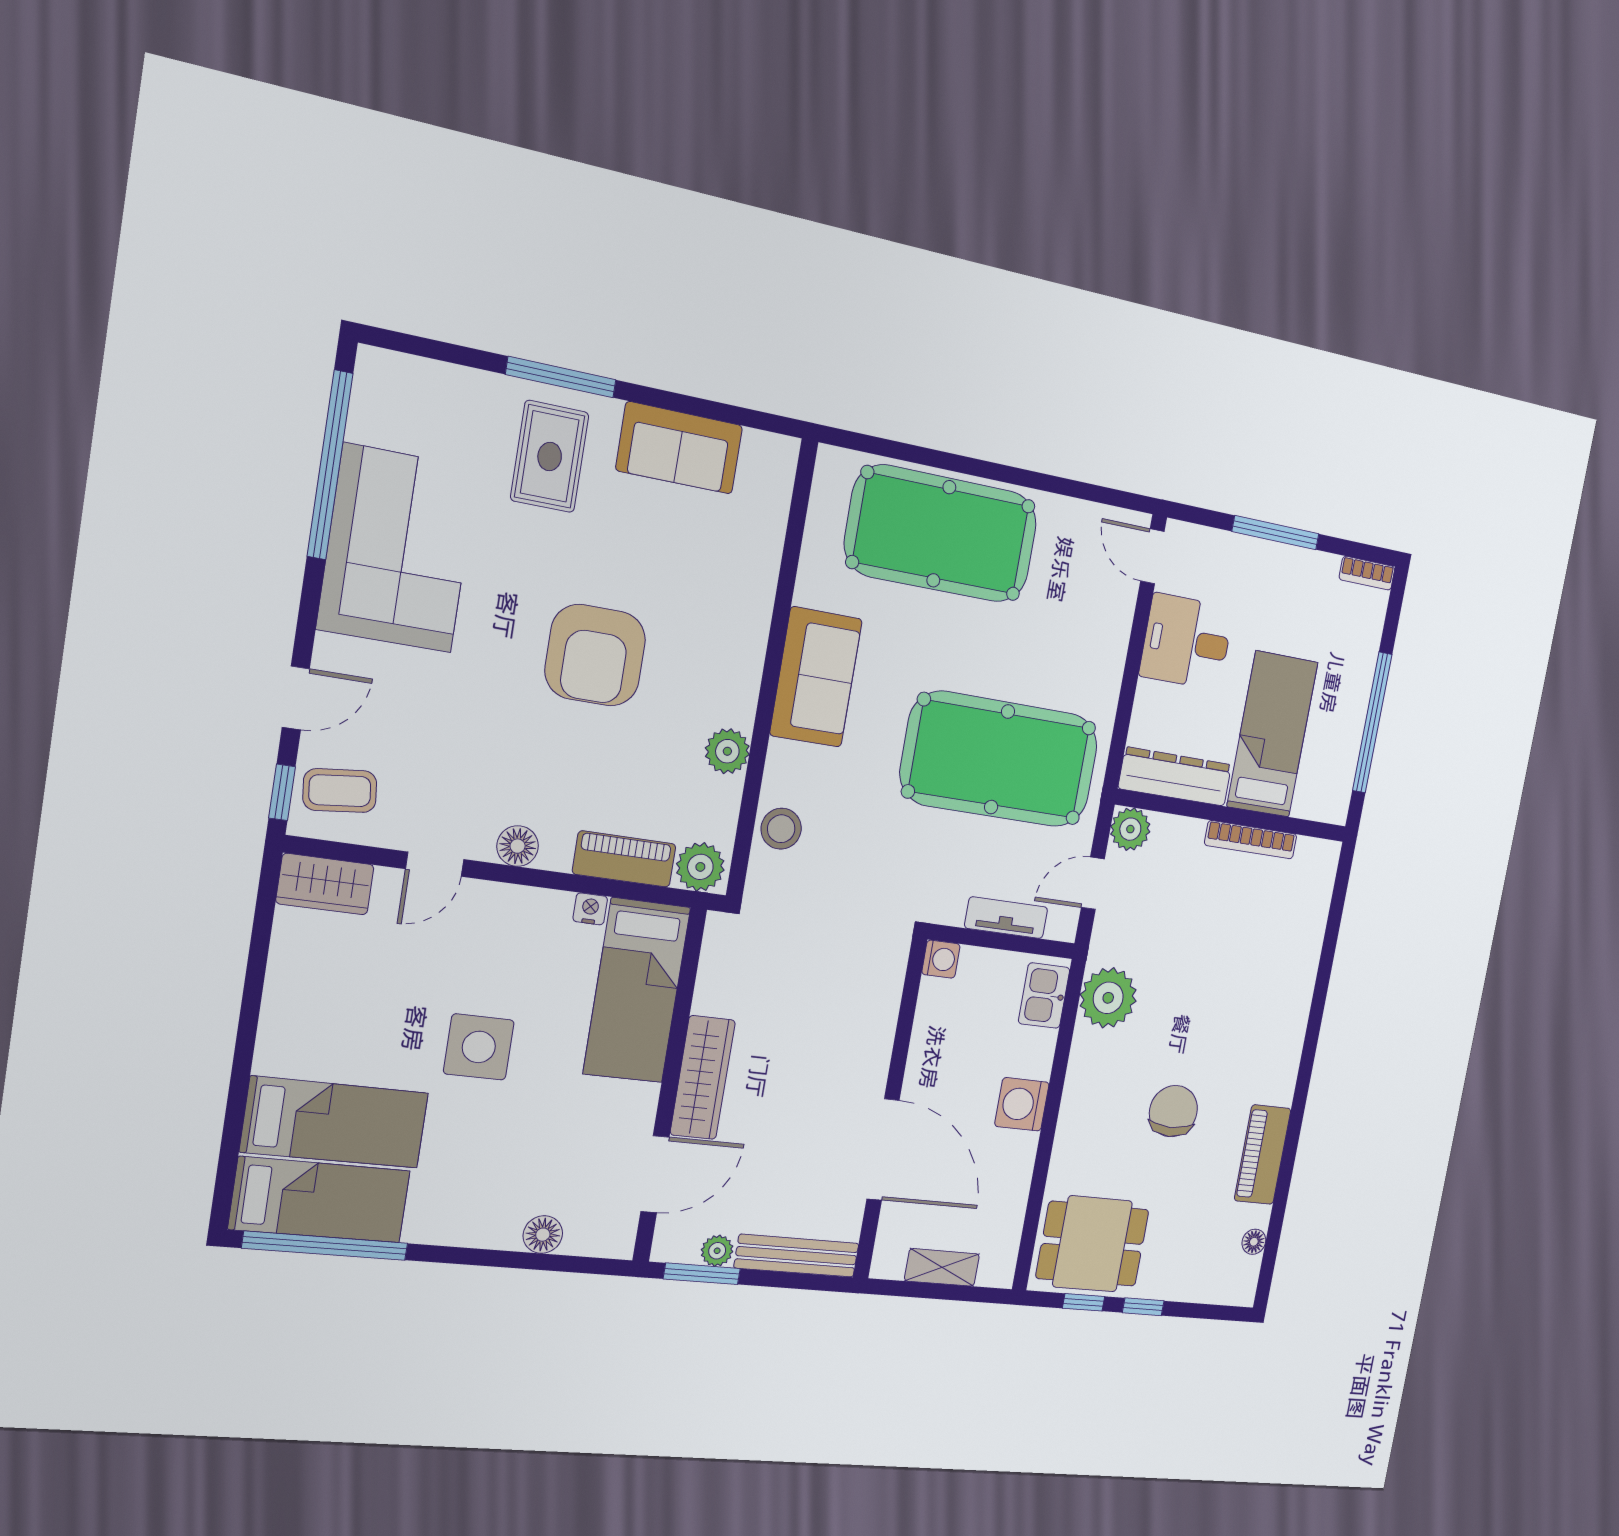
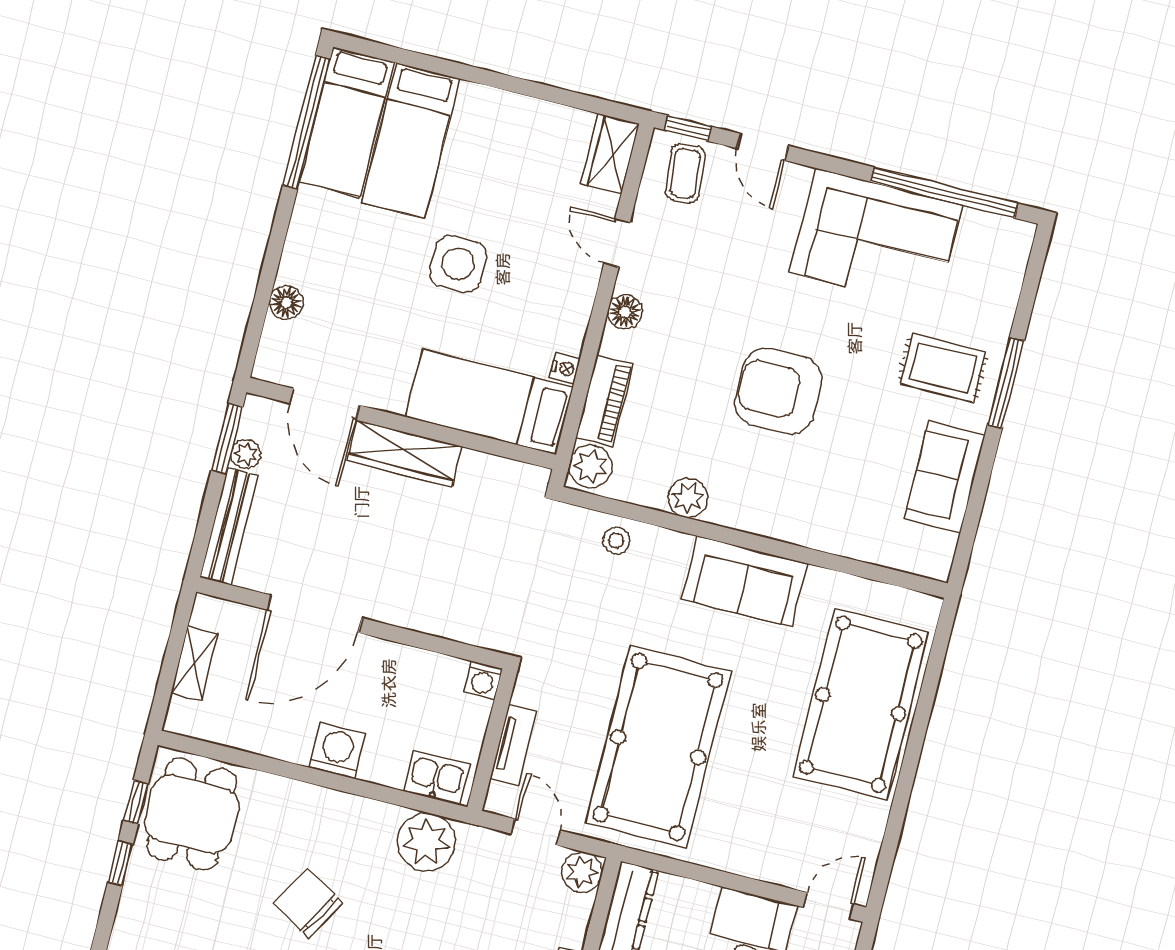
stool: (781, 829) -> (616, 541), width x0.73, depth x0.73
chair: (1173, 1111) -> (308, 904), turned -150

